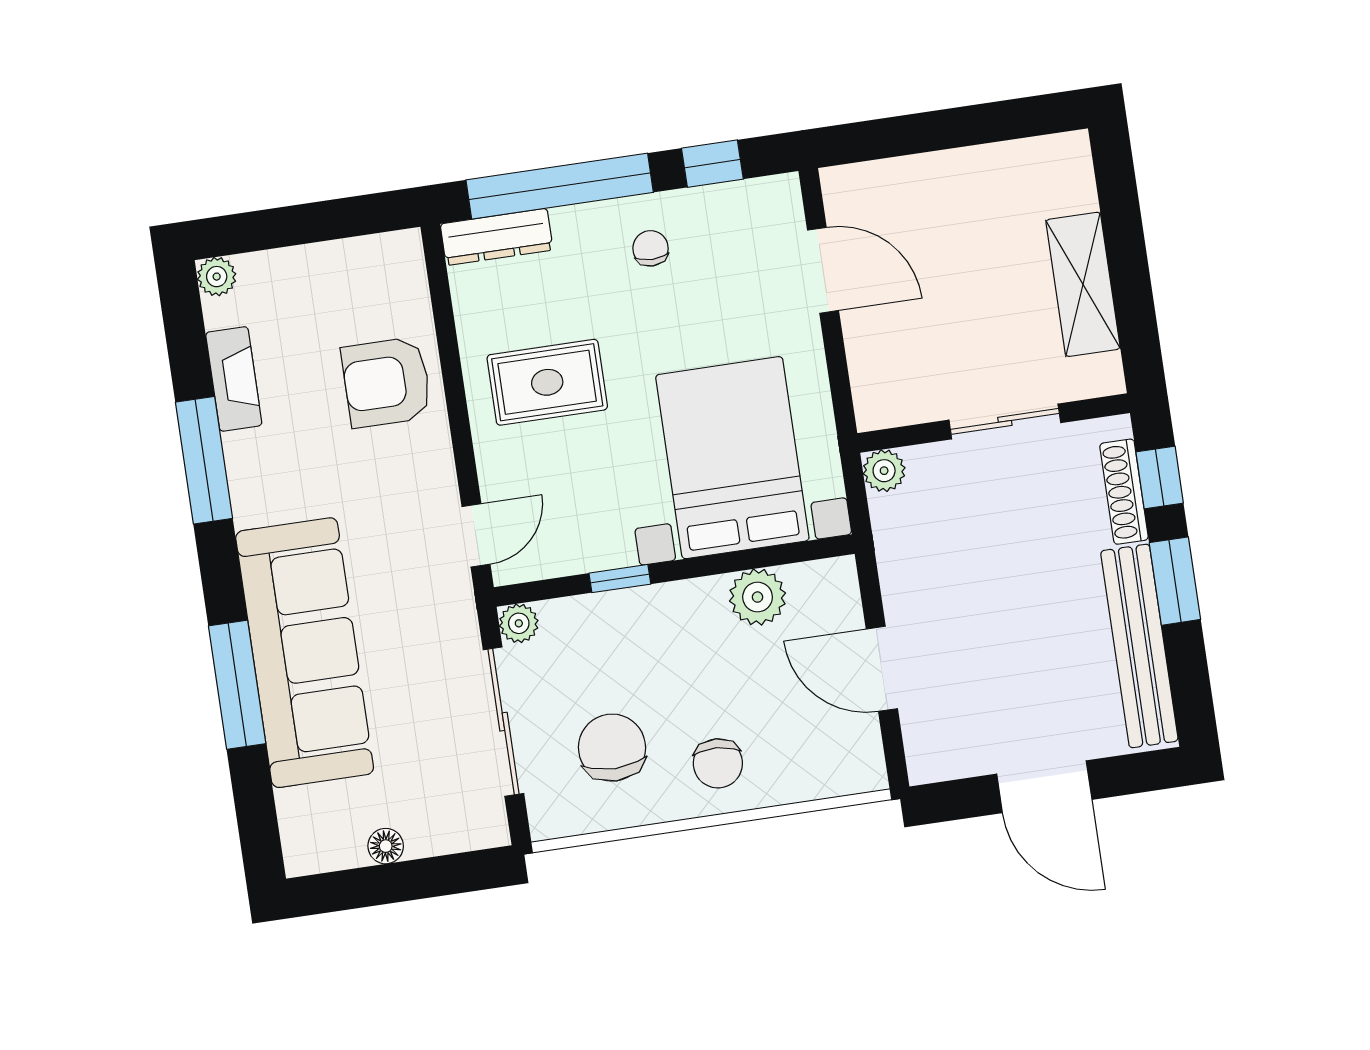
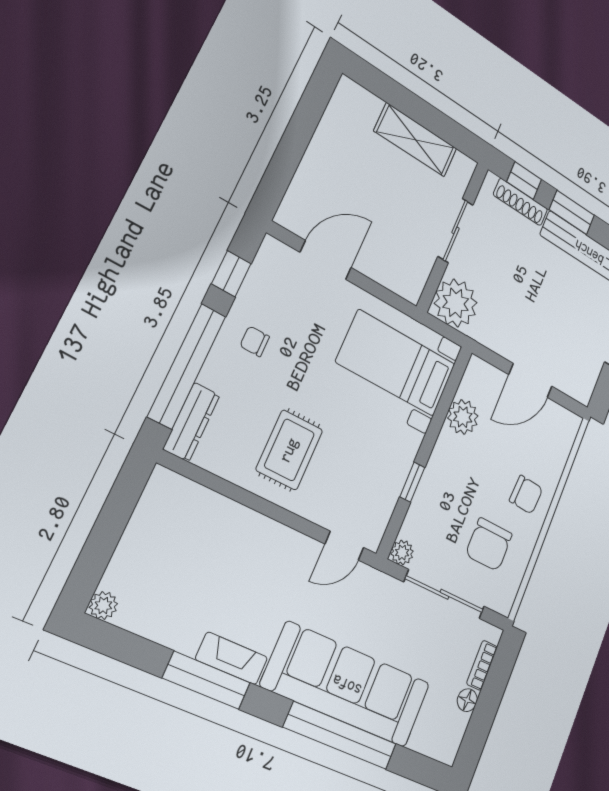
fireplace: (234, 379) -> (232, 658), moved
armchair: (387, 382) -> (232, 542), removed
bed with nightstands: (732, 458) -> (396, 363), width x0.73
plant: (884, 471) -> (456, 303), width x1.87, depth x1.87
door: (476, 535) -> (344, 546), swing flipped
window: (237, 685) -> (340, 736), width x1.46
chair: (612, 748) -> (489, 544), turned -90
bookcase: (444, 840) -> (482, 665), added

